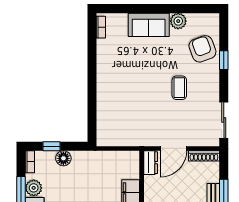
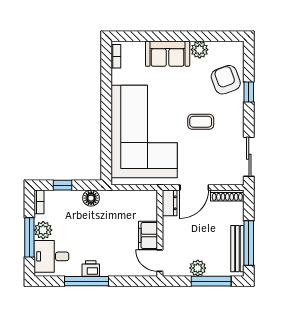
coffee table: (179, 88) -> (201, 122), turned 90
corner sofa: (127, 97) -> (144, 132), added
floor lamp: (63, 158) -> (91, 198), moved

